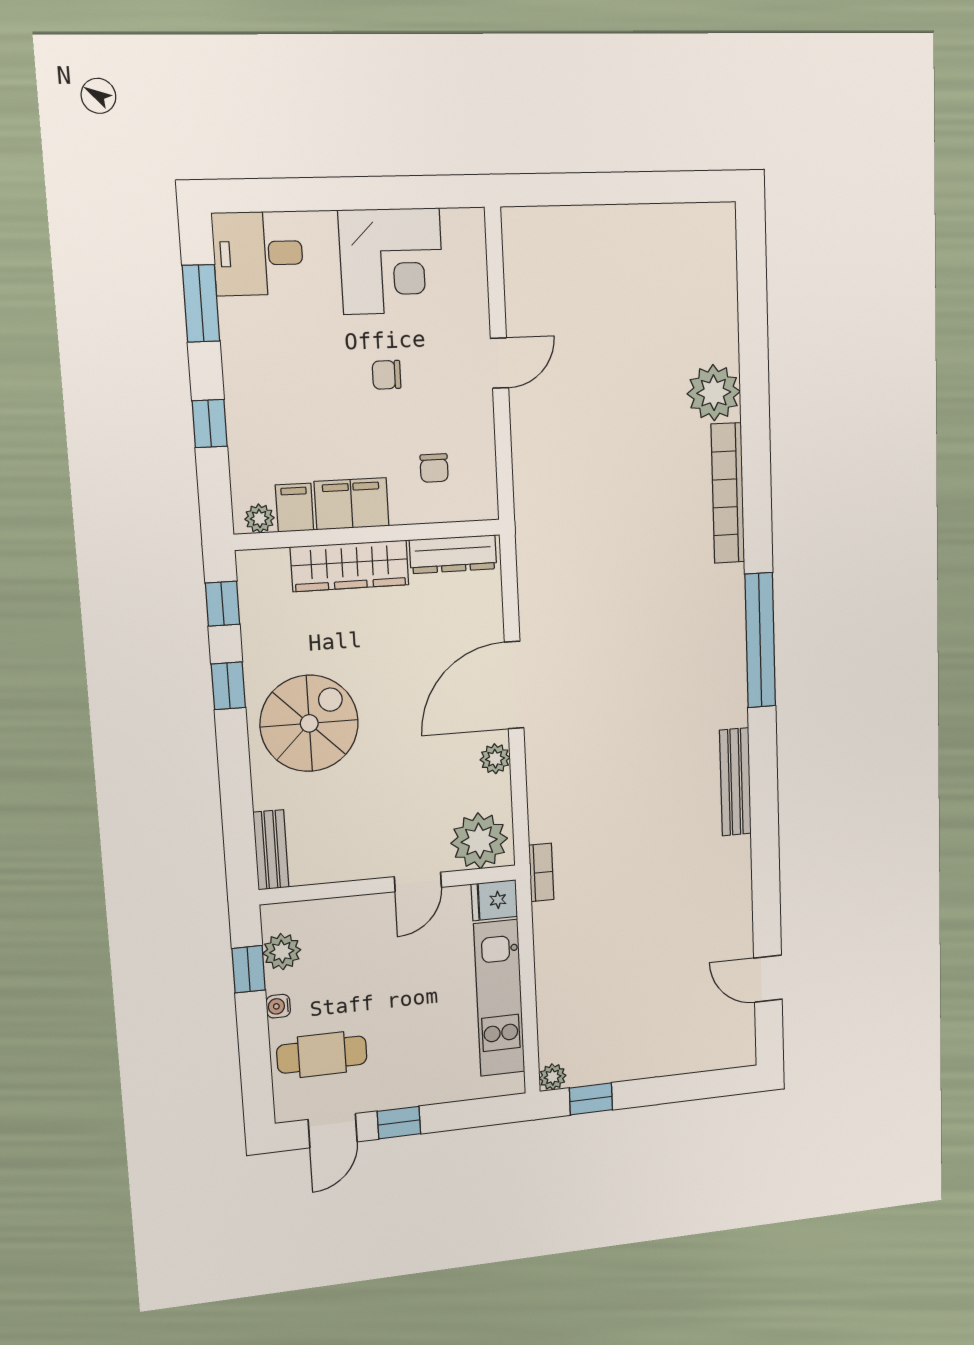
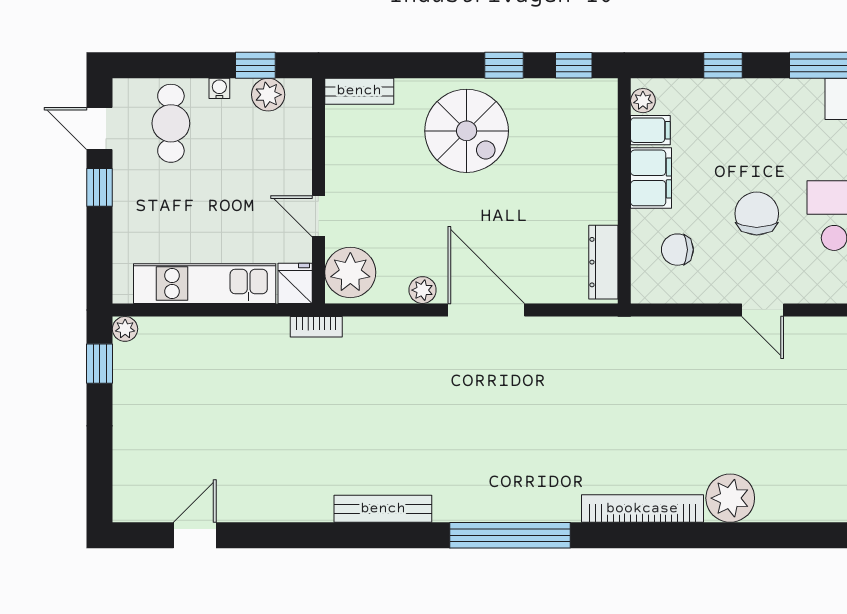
chair: (387, 375) -> (757, 214), width x1.87, depth x1.87
chair: (434, 468) -> (677, 250), width x1.37, depth x1.37
wardrobe: (350, 566) -> (599, 173), removed

